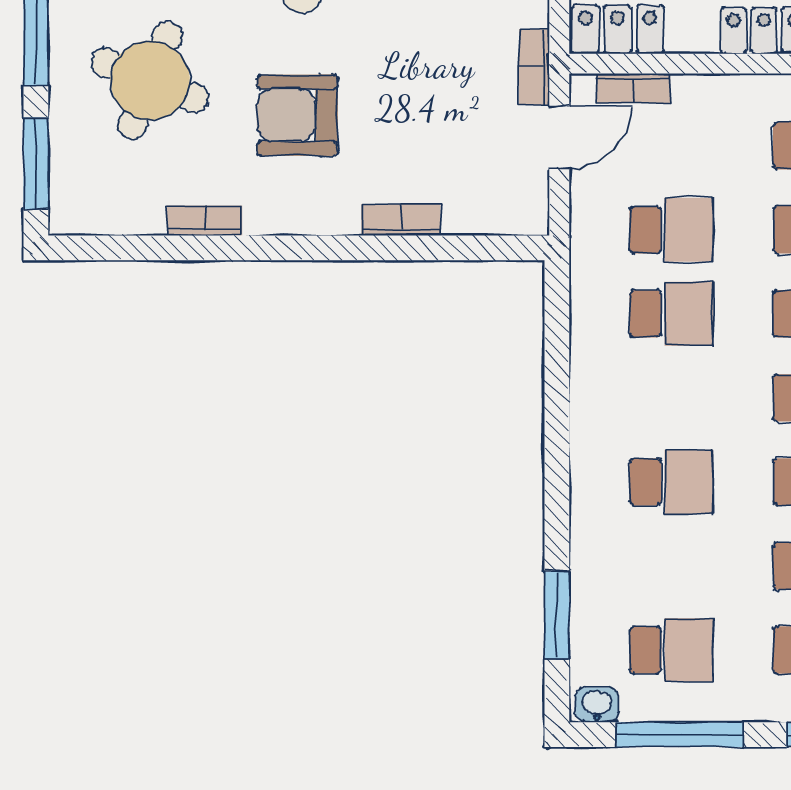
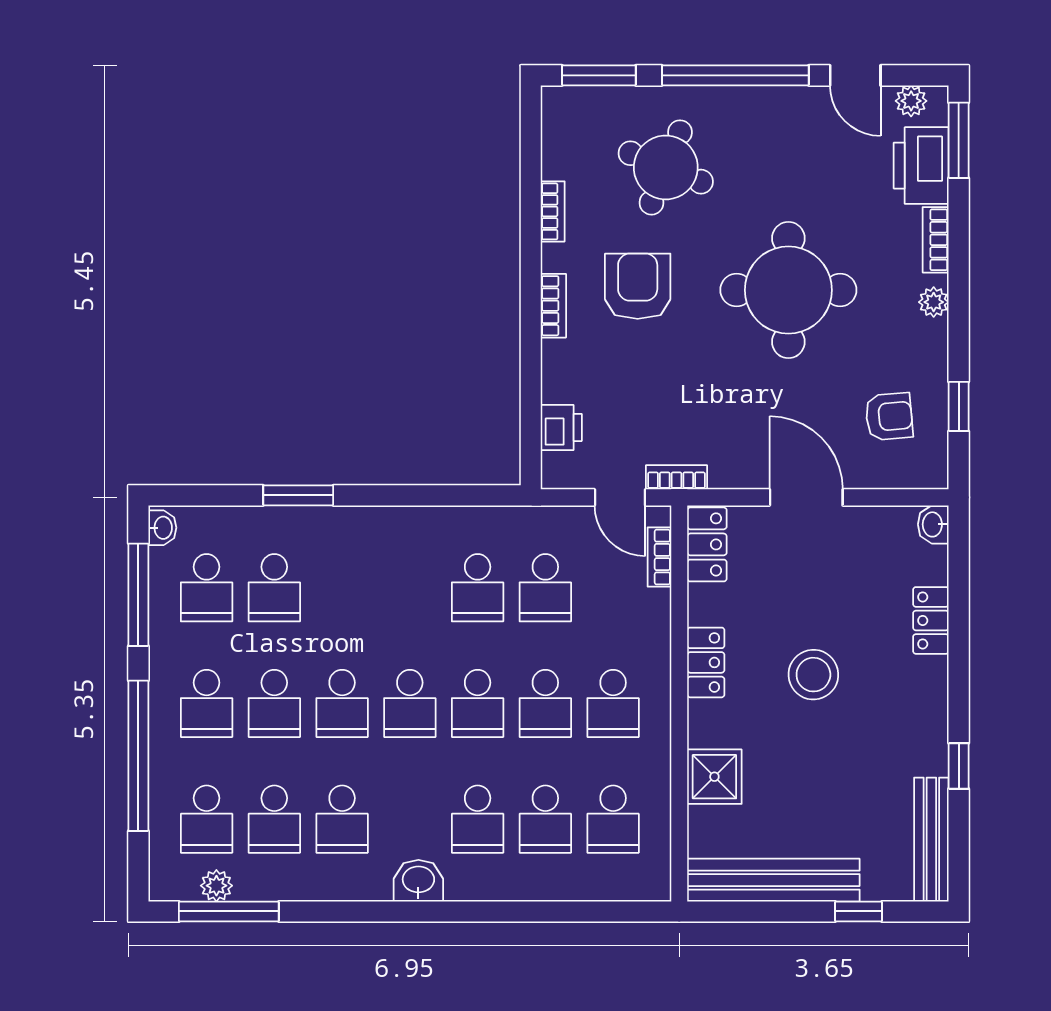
printer: (473, 210) -> (561, 427), added
bookcase: (401, 220) -> (553, 306), moved
school desk: (671, 482) -> (274, 588), moved
window: (557, 615) -> (298, 495), moved

